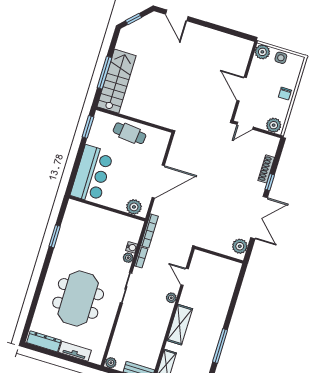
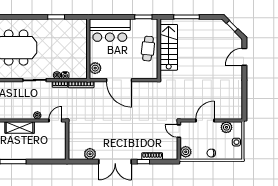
plant: (262, 52) -> (226, 127), moved
stairs: (117, 81) -> (169, 47), moved, turned -90
wall: (219, 255) -> (67, 141), moved

